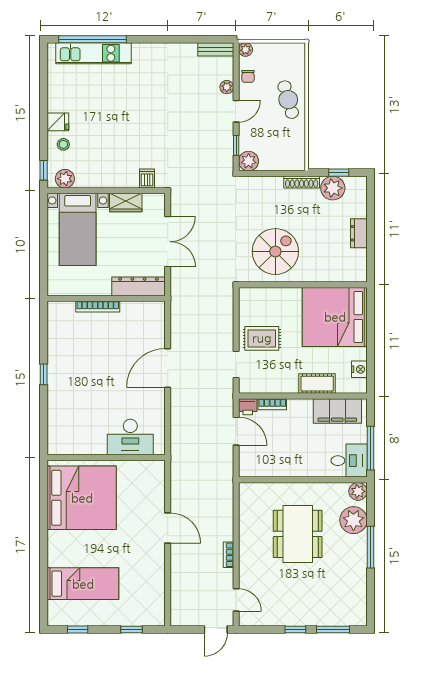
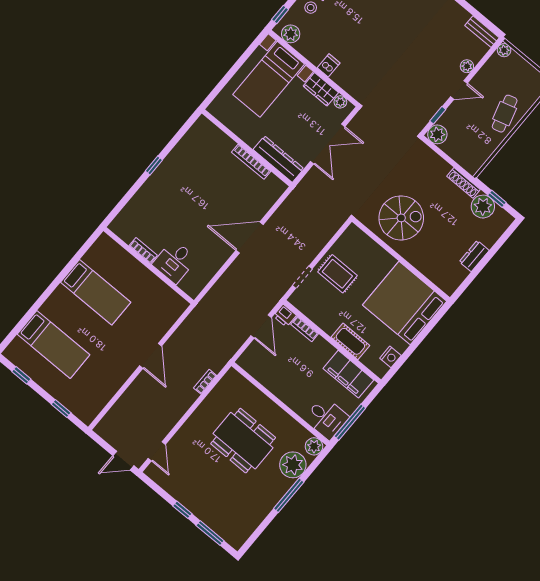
chair: (248, 76) -> (489, 71), removed
dishwasher: (147, 178) -> (329, 65), moved
plant: (150, 200) -> (340, 102), added
bookcase: (98, 307) -> (251, 162), moved
desk: (130, 437) -> (175, 262), width x0.73
bookcase: (92, 449) -> (143, 251), added
bed: (82, 498) -> (96, 292), width x0.49
dining table: (298, 534) -> (243, 441), turned 90
bookcase: (228, 555) -> (205, 382), moved

